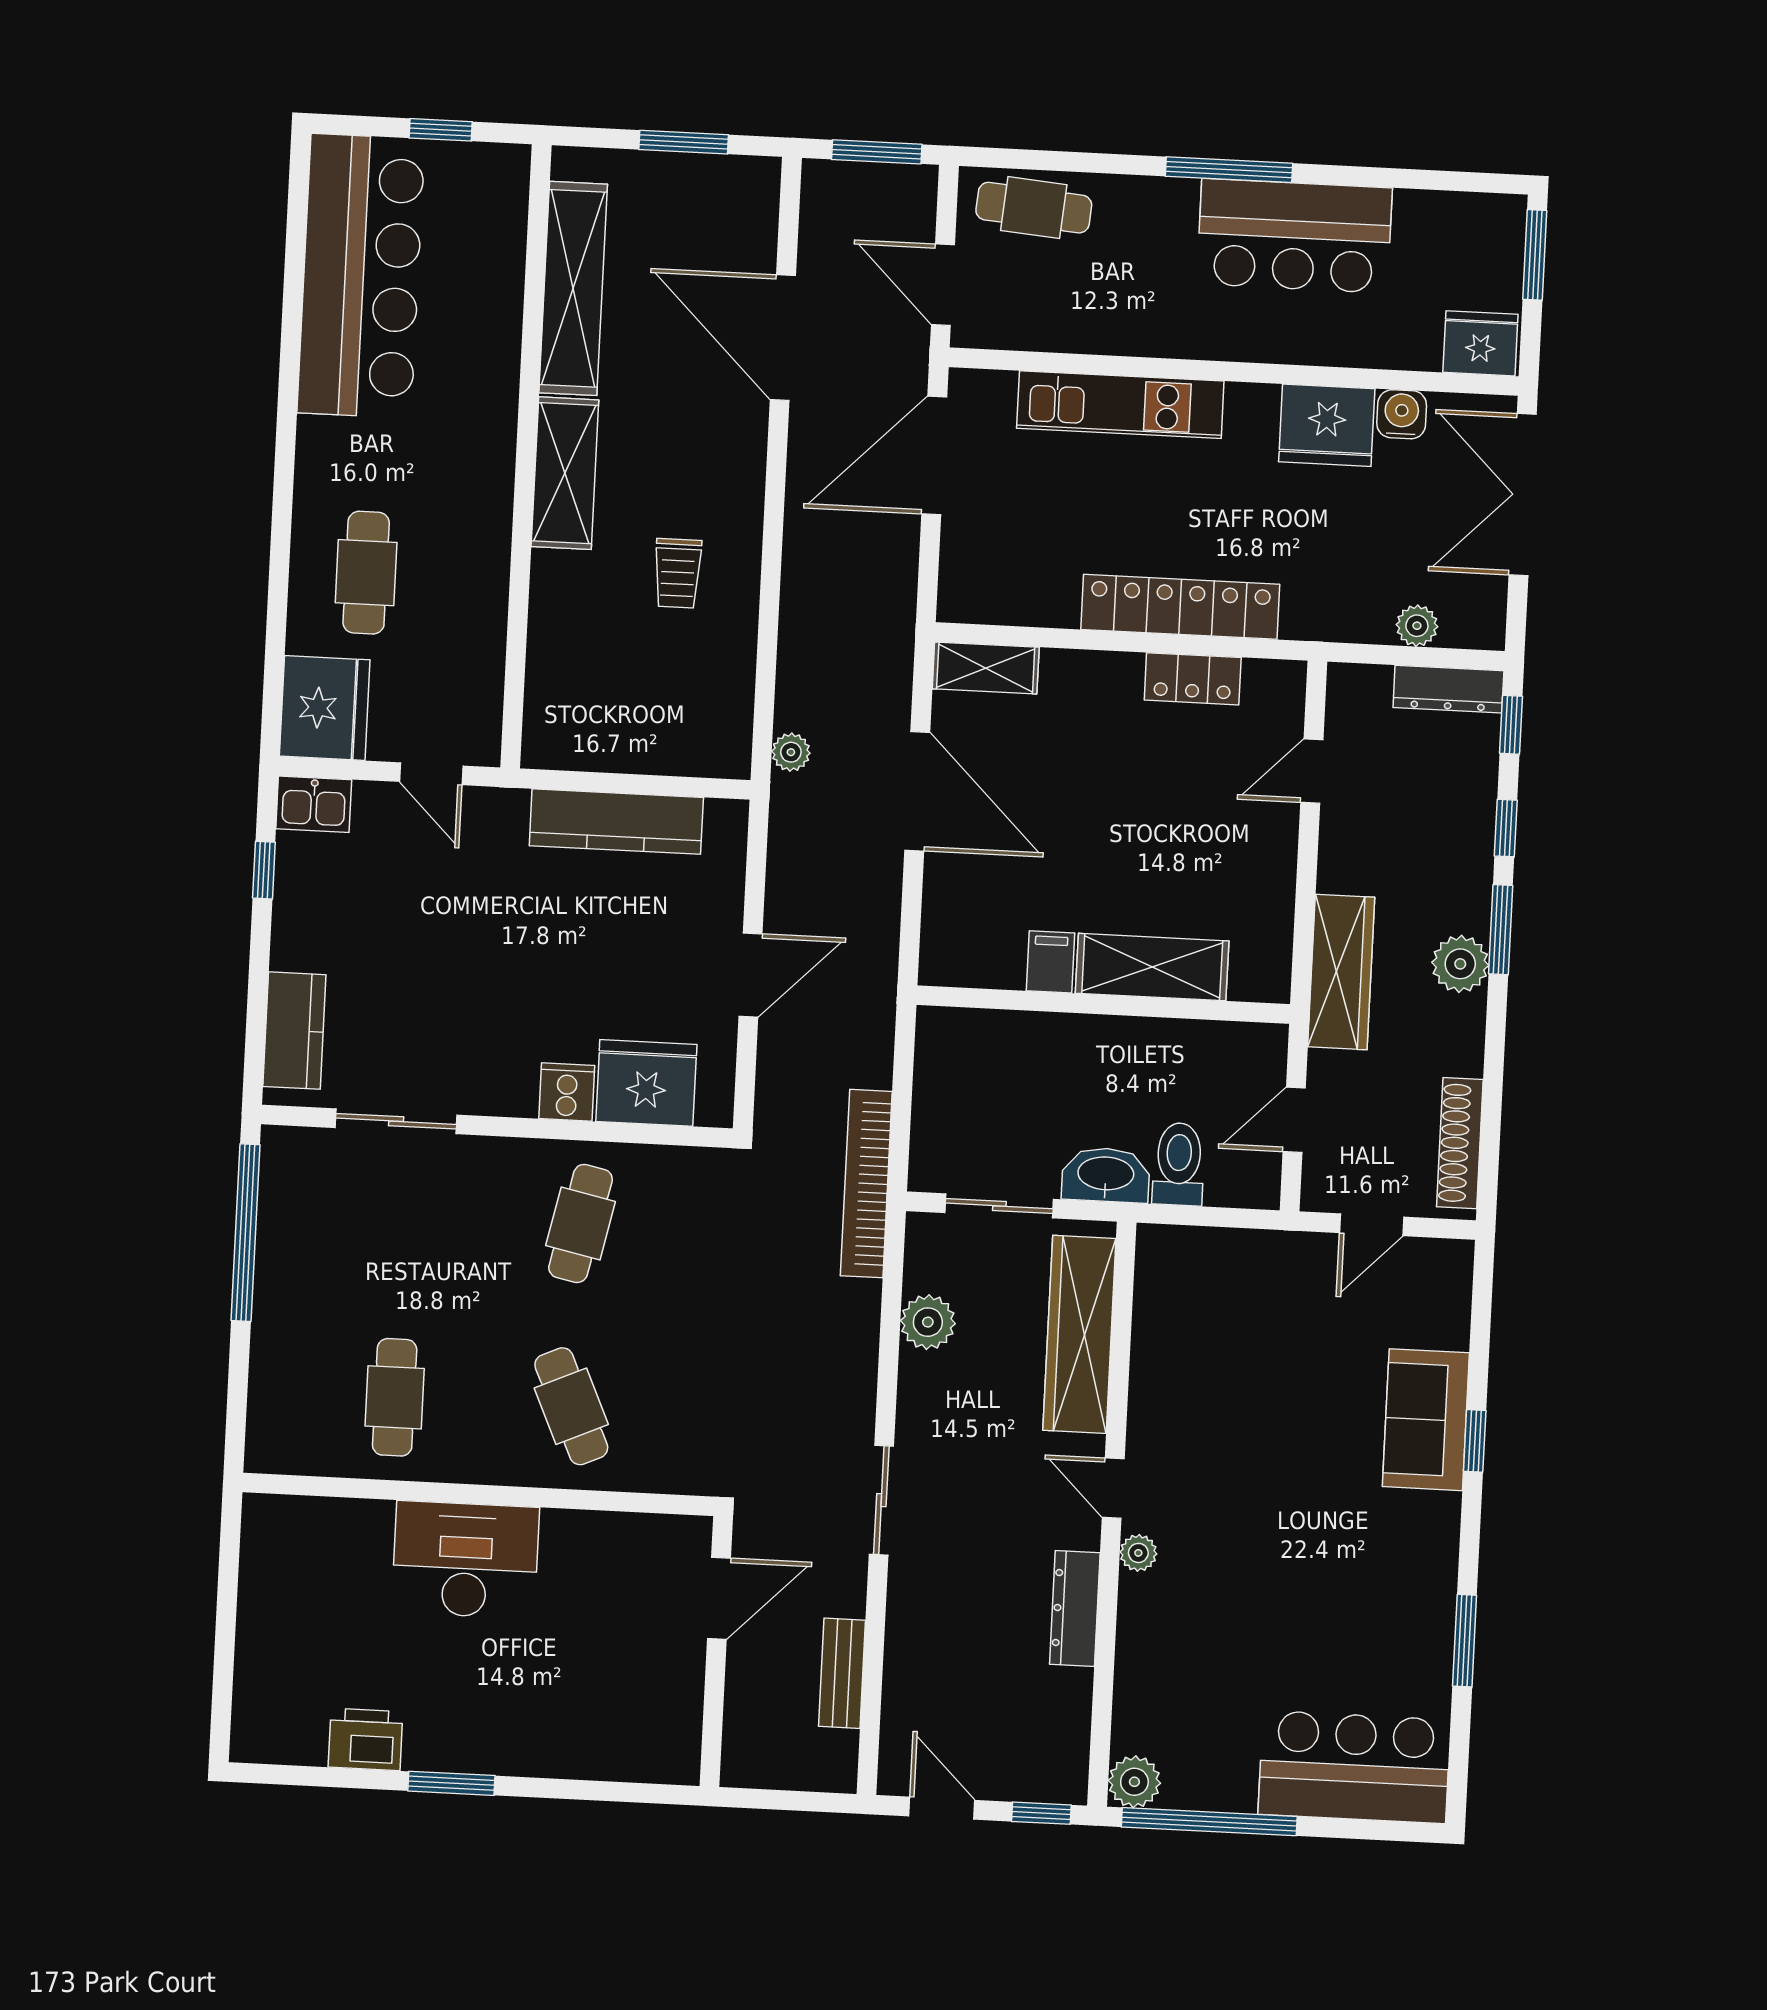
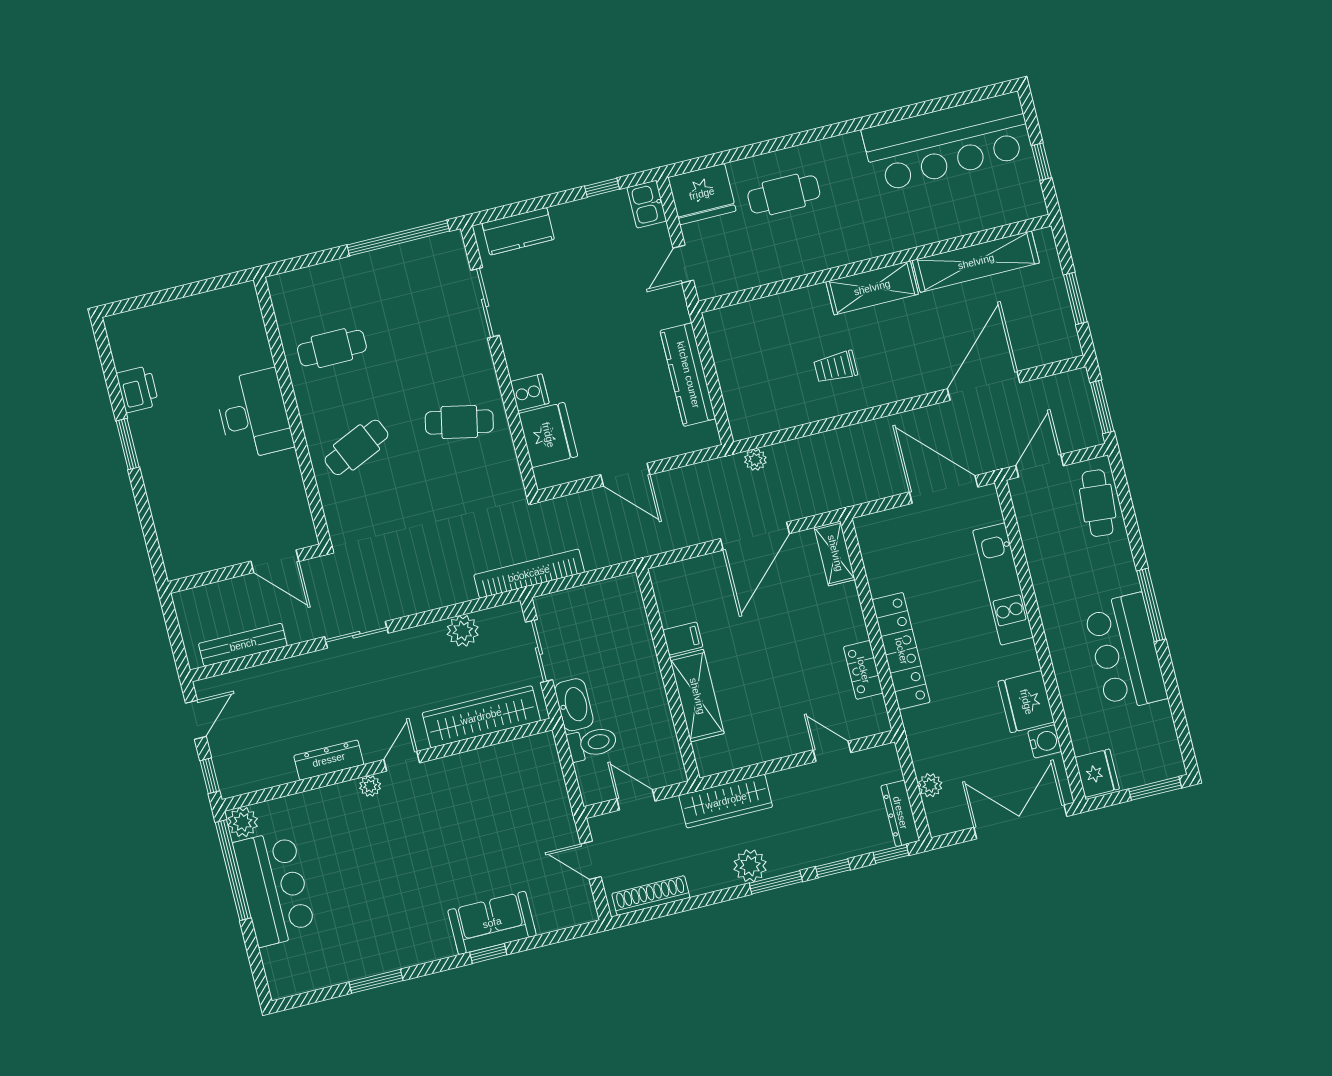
bench: (842, 1673) -> (243, 645), width x1.36
bar counter: (1354, 1767) -> (274, 888), moved

